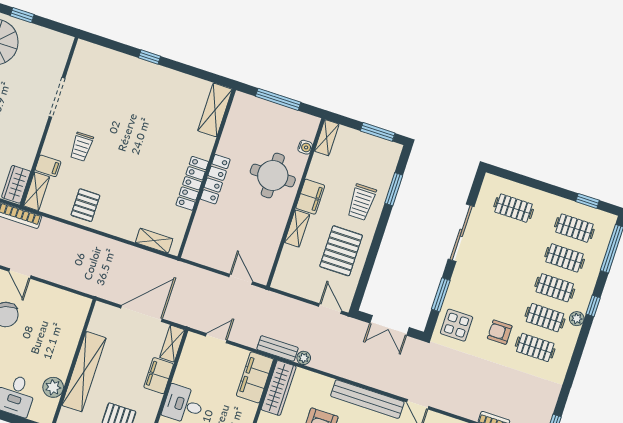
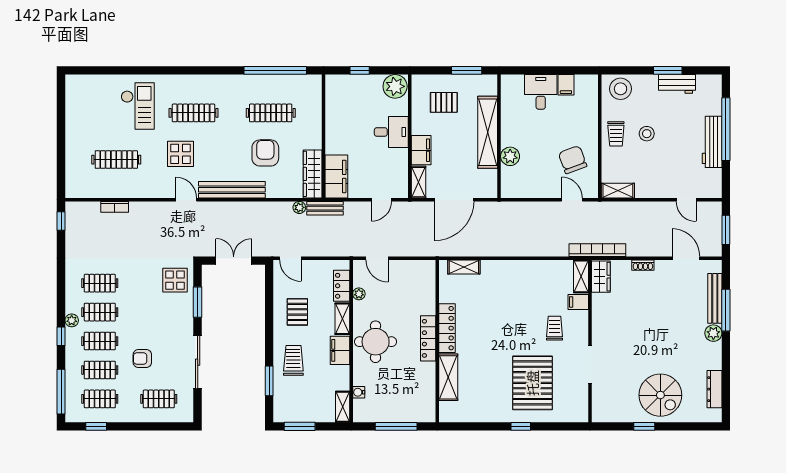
shelving: (215, 110) -> (448, 377), moved
round table: (273, 175) -> (376, 342), moved
pallet: (85, 205) -> (532, 383), moved, width x2.05, depth x2.00
plant: (272, 249) -> (359, 294), added
pallet: (341, 251) -> (297, 312), width x0.67, depth x0.71
locker: (287, 263) -> (342, 286), added
armchair: (500, 332) -> (142, 359), moved, turned 180
plant: (53, 387) -> (510, 156), moved

